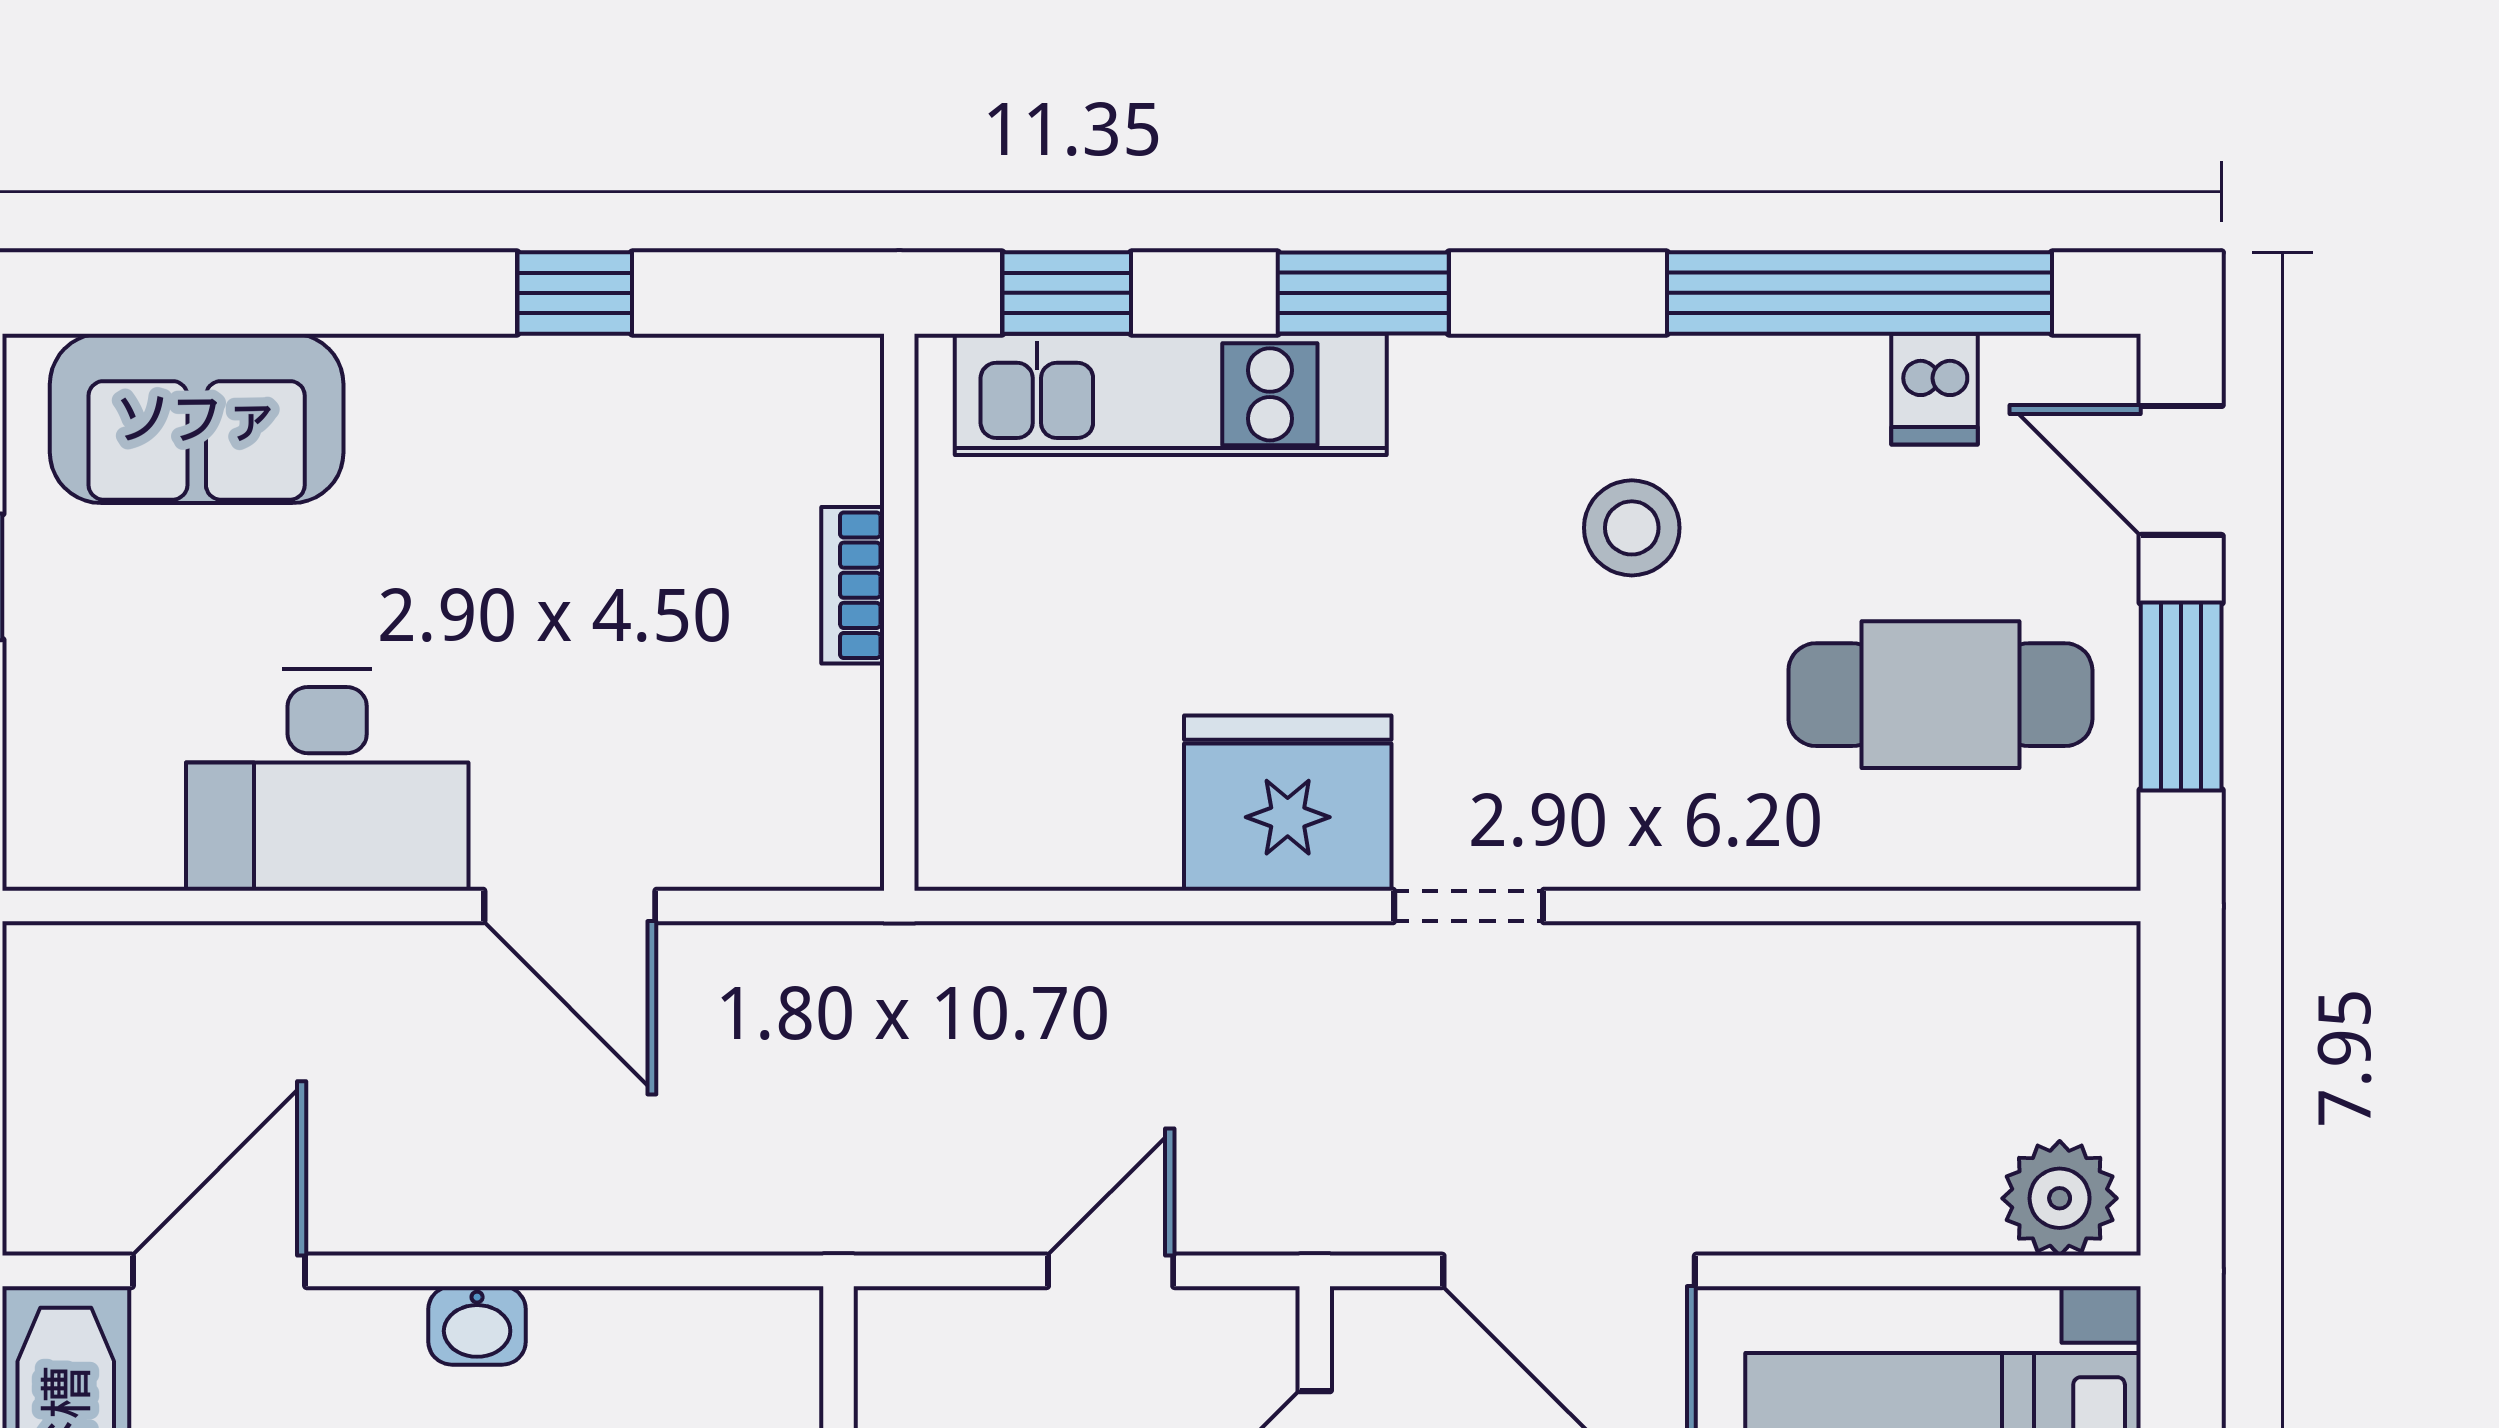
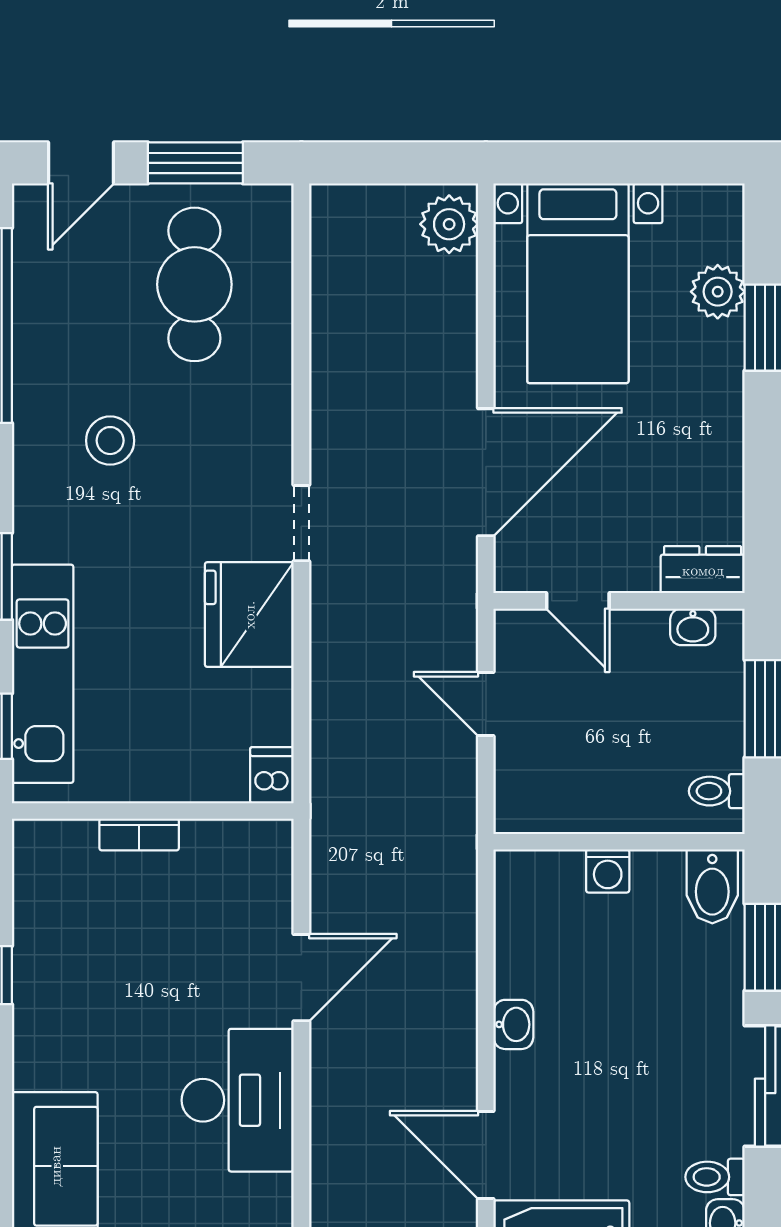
dishwasher: (1934, 389) -> (272, 775), moved, turned -90

